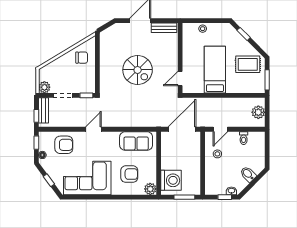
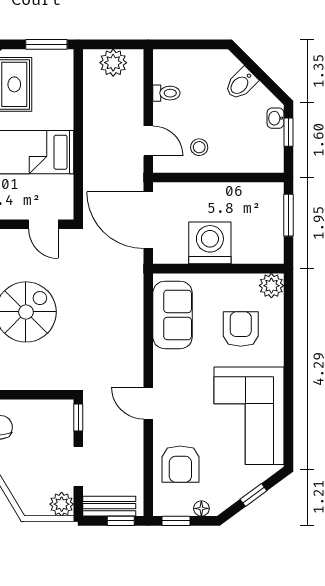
armchair: (64, 145) -> (180, 464), turned 180
washing machine: (171, 180) -> (210, 243), moved

